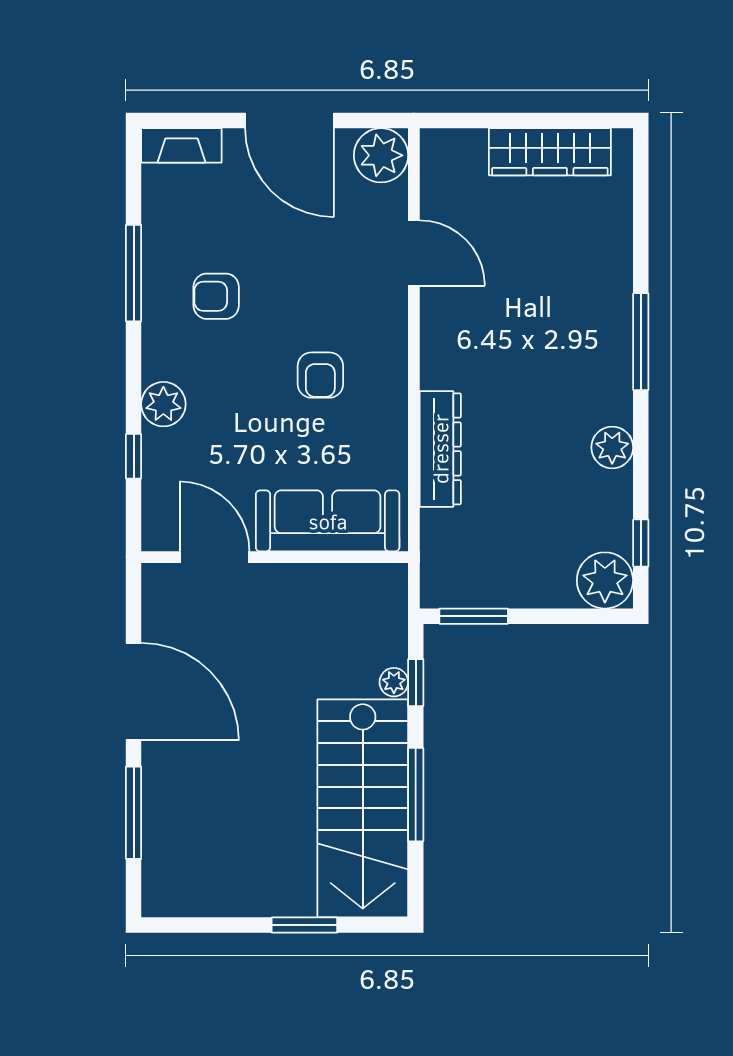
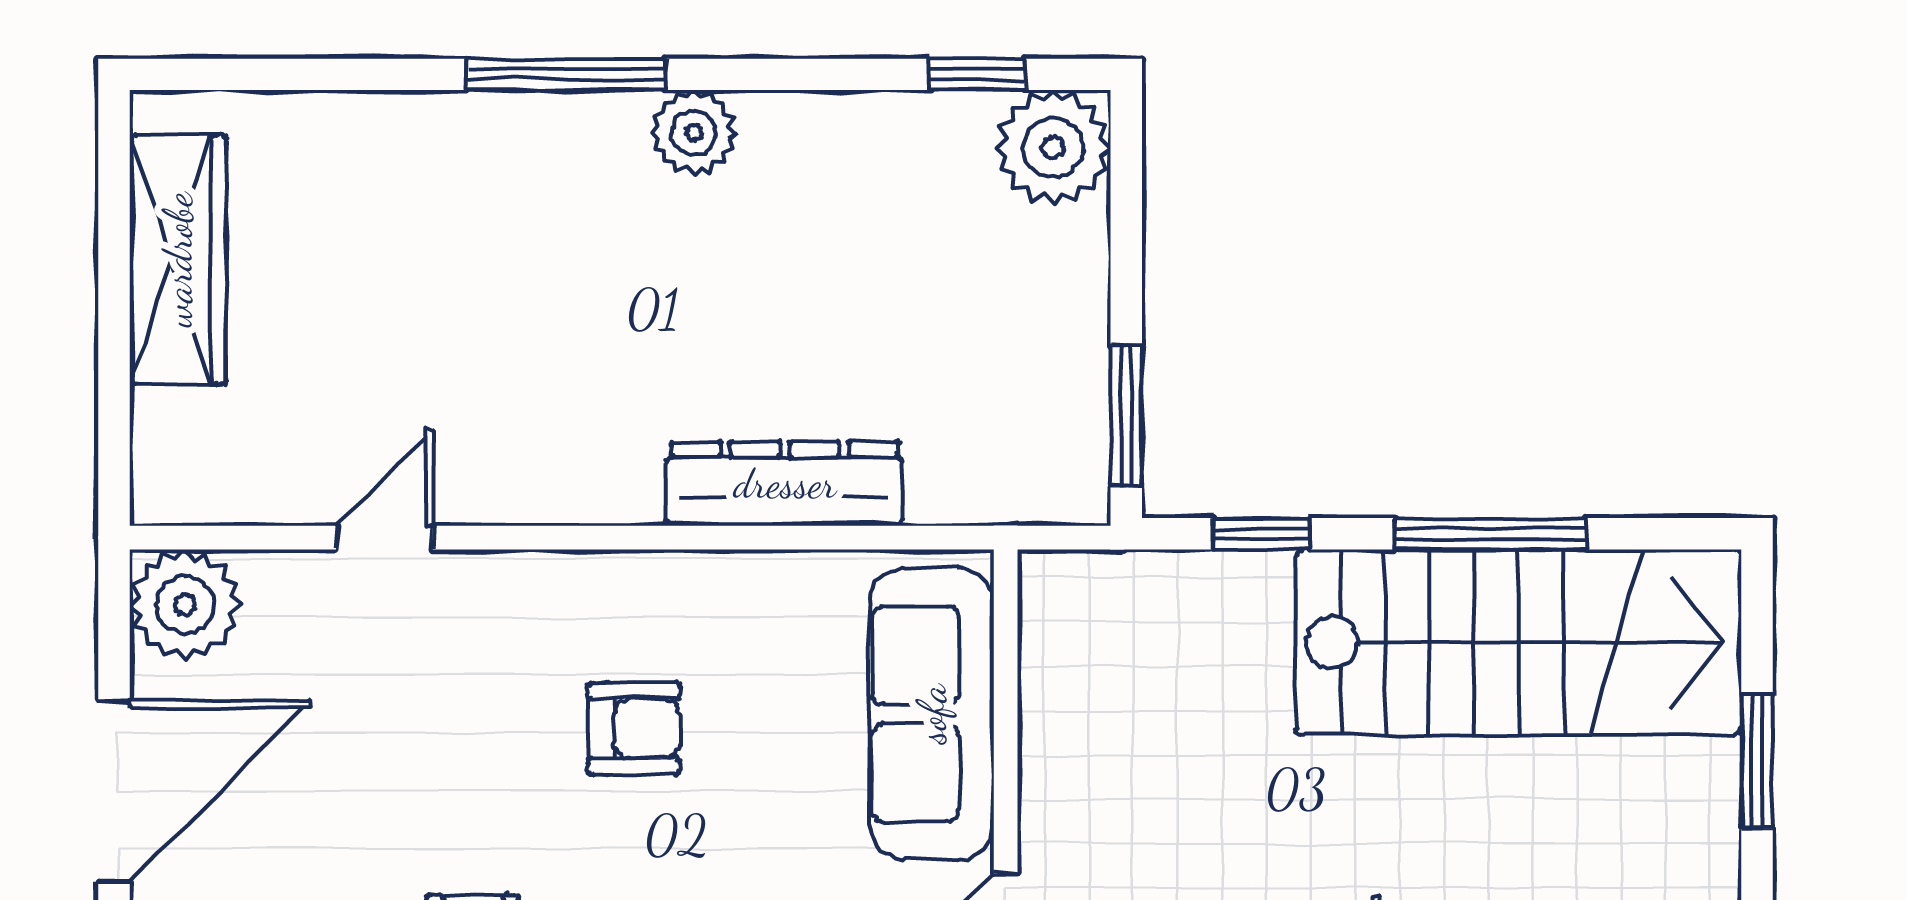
door: (414, 253) -> (384, 538), width x0.73
plant: (612, 447) -> (694, 132), moved
plant: (394, 682) -> (1261, 578), removed

